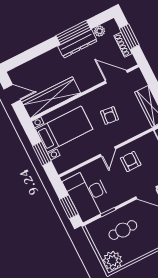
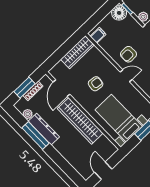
wardrobe: (51, 98) -> (80, 121), moved

